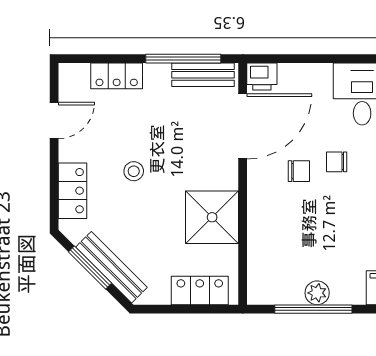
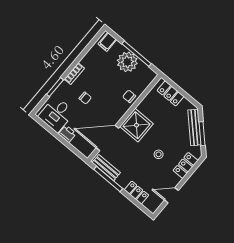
printer: (262, 76) -> (67, 134), moved
chair: (299, 171) -> (129, 96), moved
shower: (212, 217) -> (136, 125), moved
plant: (317, 293) -> (127, 62), width x1.88, depth x1.88

